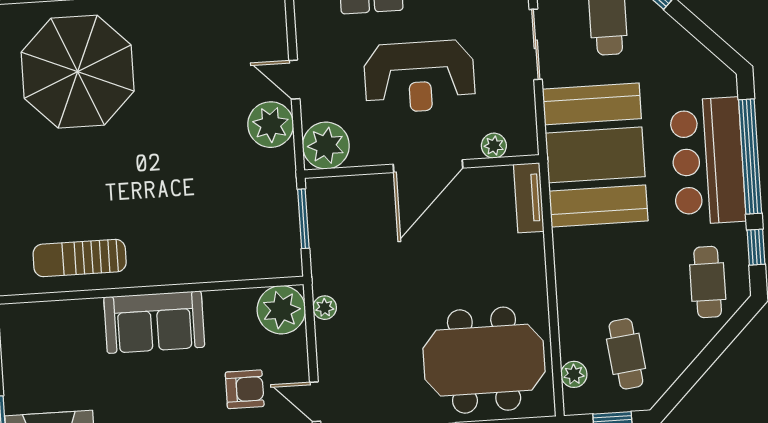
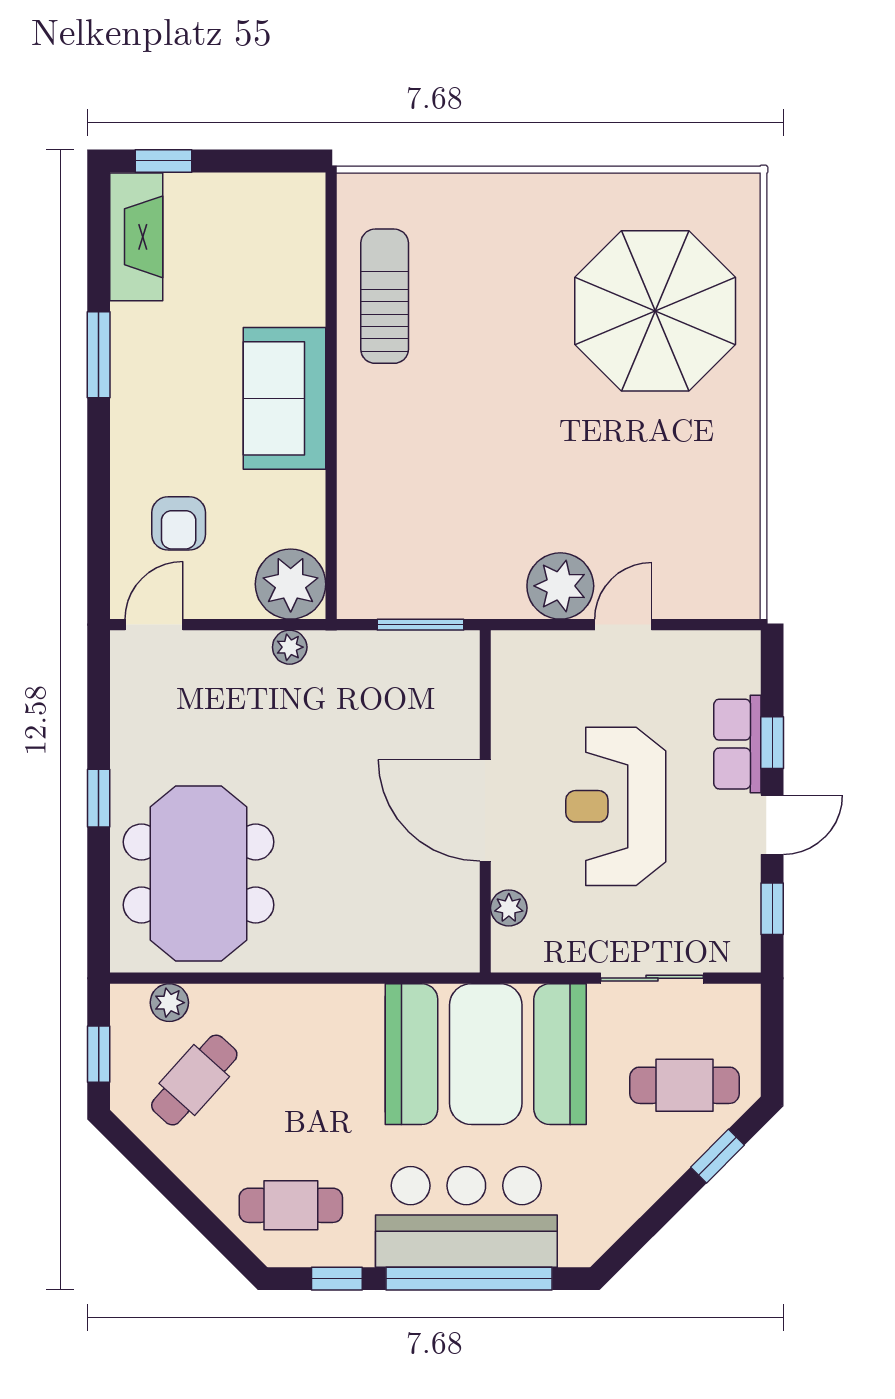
plant: (326, 146) -> (525, 664), removed
tv unit: (529, 198) -> (430, 954), removed
cafe table: (626, 354) -> (194, 1080), turned -41

